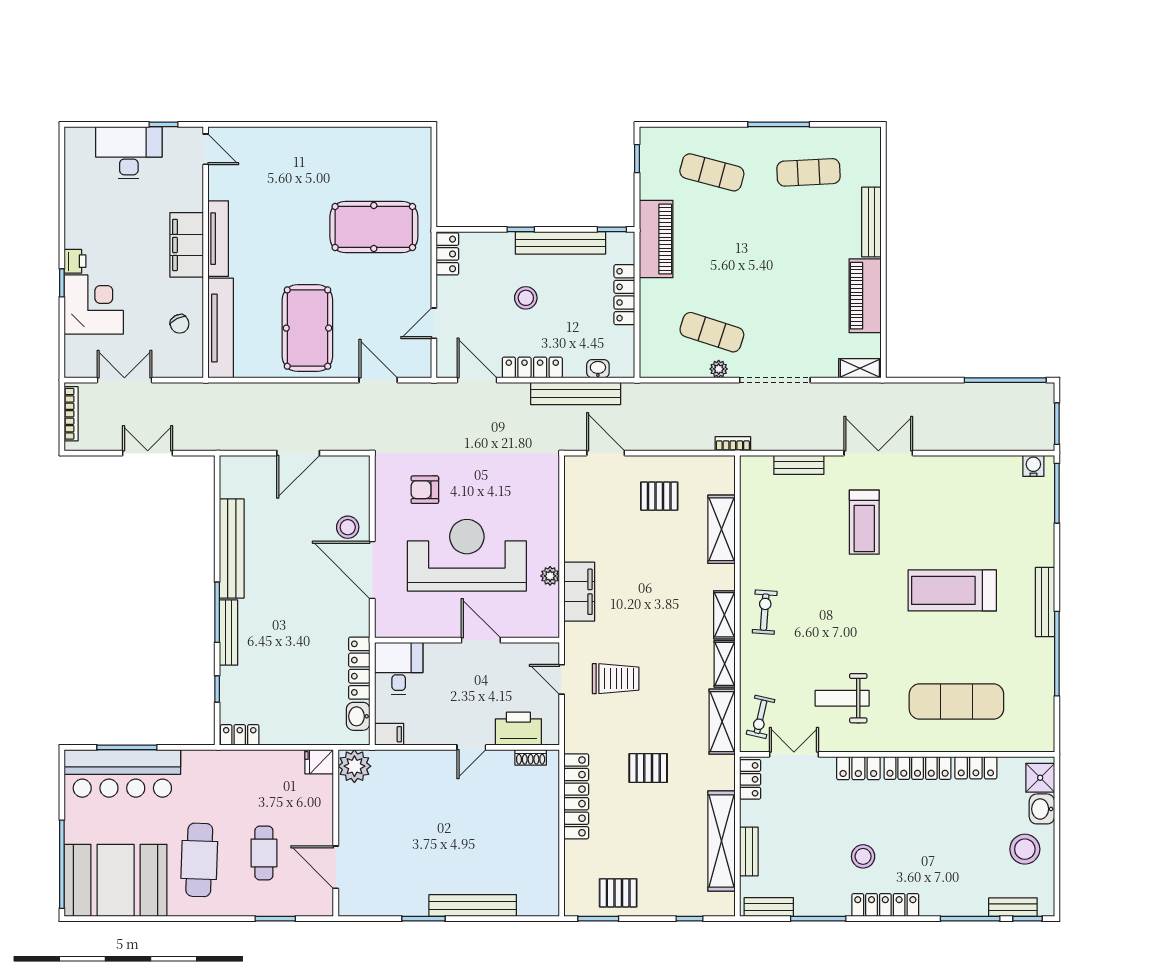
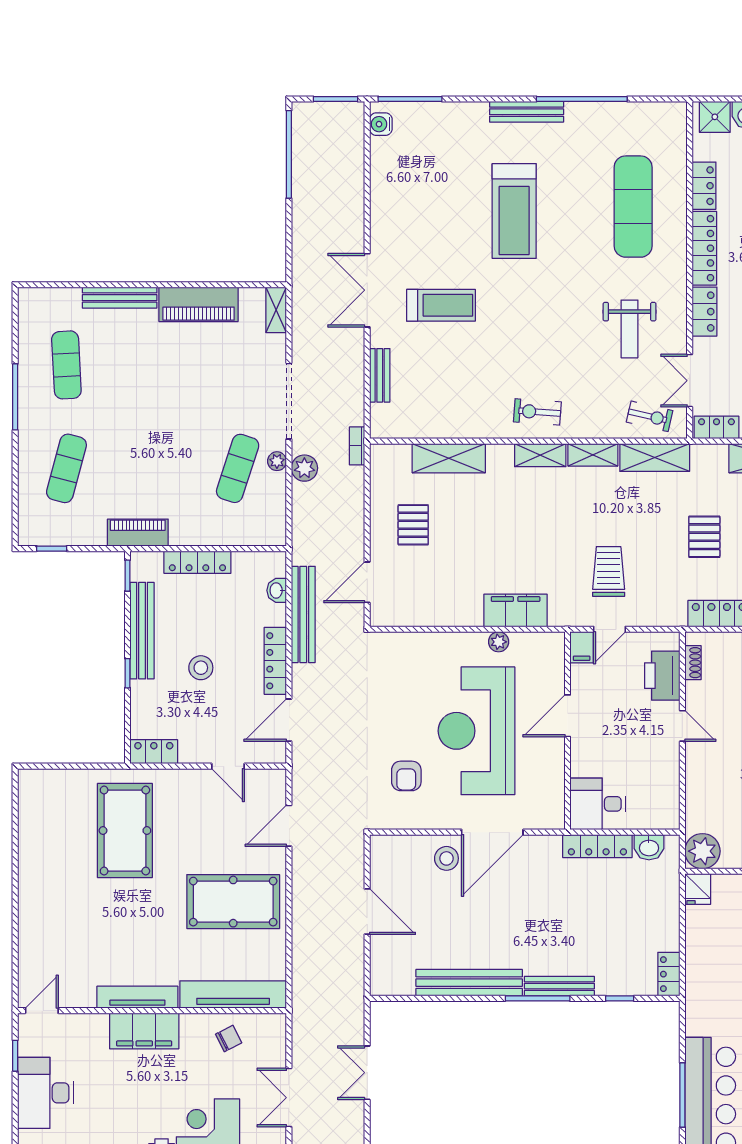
piano: (656, 239) -> (138, 533), width x0.73, depth x0.75
plant: (712, 395) -> (304, 468), added
filing cabinet: (389, 734) -> (582, 647), moved, turned 180

